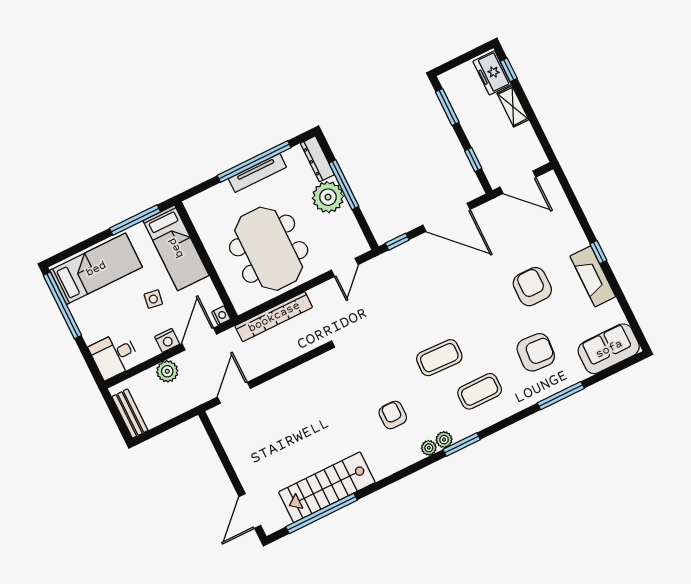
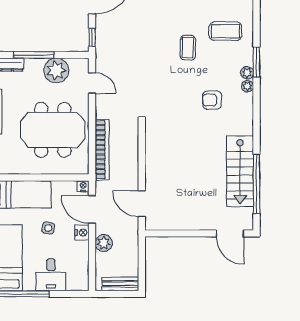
plant: (328, 197) -> (56, 70), moved
desk: (114, 355) -> (51, 275), moved
coffee table: (439, 358) -> (188, 48), width x0.73, depth x0.77
coffee table: (480, 391) -> (225, 31), turned 90

